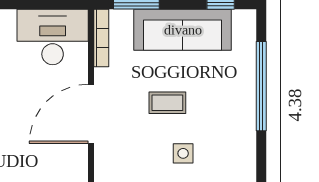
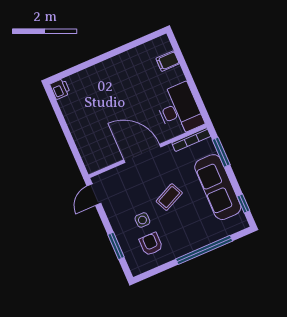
coffee table: (167, 103) -> (169, 197), turned 65
armchair: (221, 156) -> (151, 244), added

